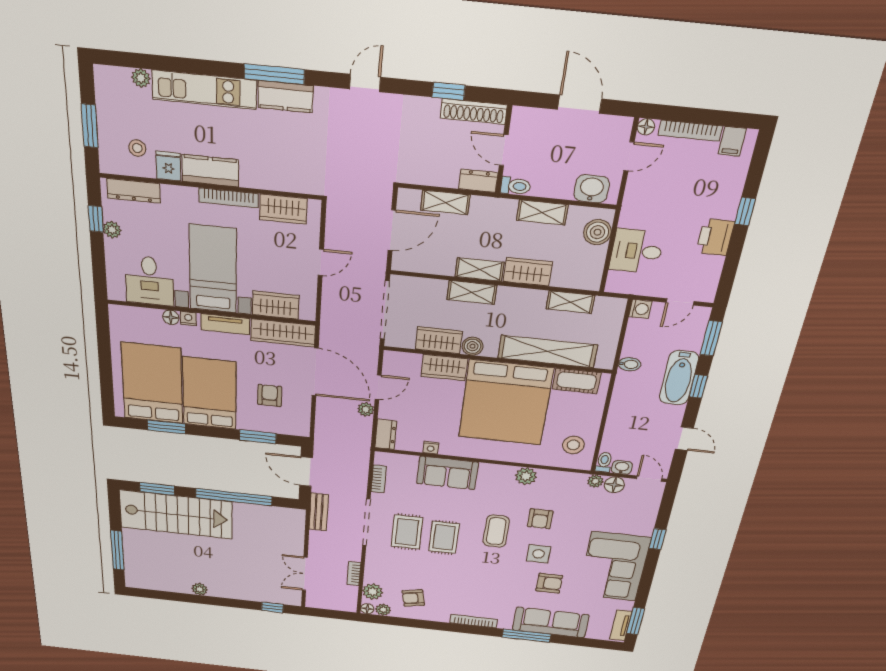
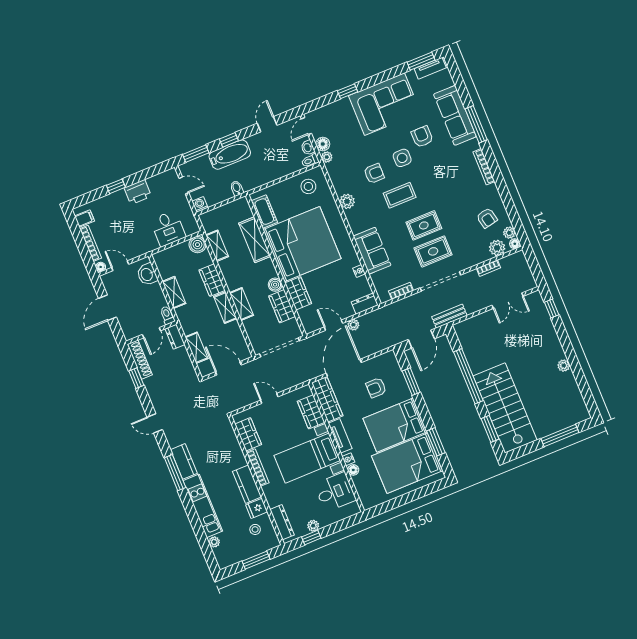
boiler: (597, 232) -> (197, 245), moved
shelving: (547, 351) -> (255, 240), width x0.68

